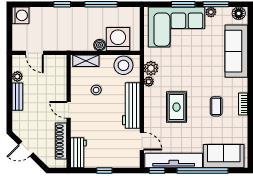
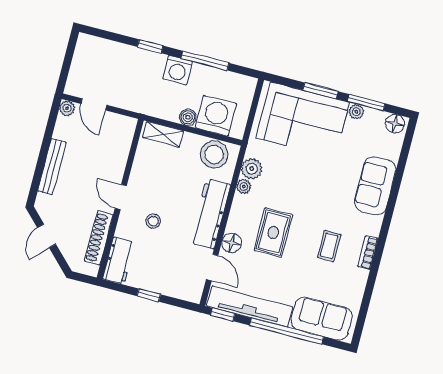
washing machine: (21, 15) -> (178, 70), moved, turned 90
sofa: (236, 51) -> (375, 186), width x0.73
plant: (17, 76) -> (67, 108), moved
stool: (96, 90) -> (153, 221), moved
bench: (17, 97) -> (52, 167), width x1.36
floor lamp: (151, 121) -> (232, 243), added
door: (26, 149) -> (47, 236), hinge flipped

